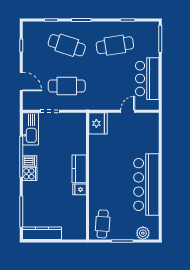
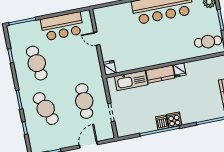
cafe table: (67, 45) -> (46, 109), turned -39
fridge: (98, 123) -> (109, 68), width x0.53, depth x0.75
kitchen sink: (30, 129) -> (131, 81), moved, turned 180

